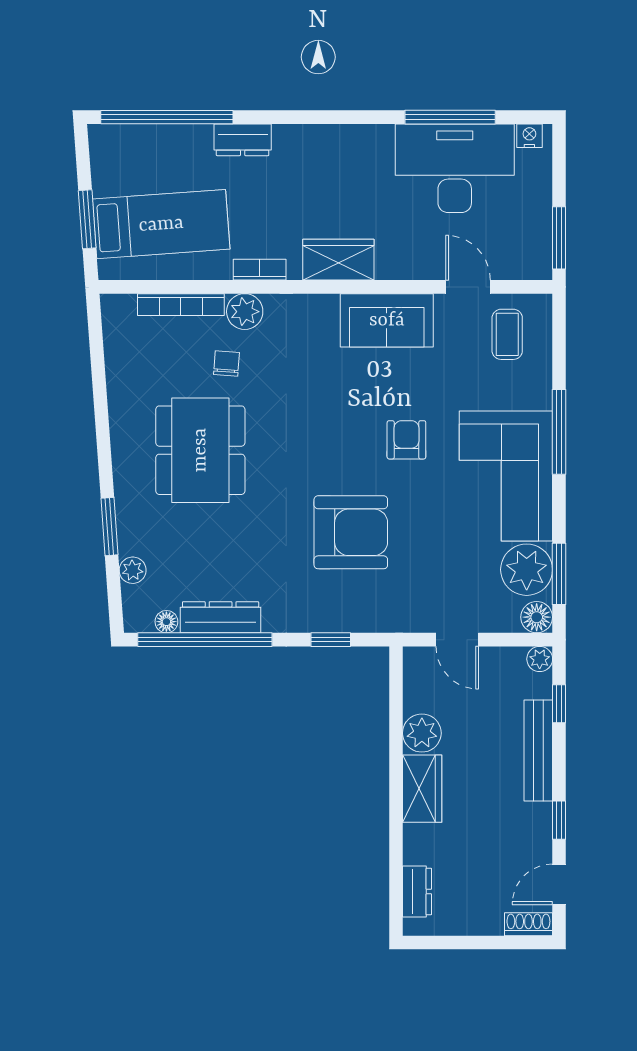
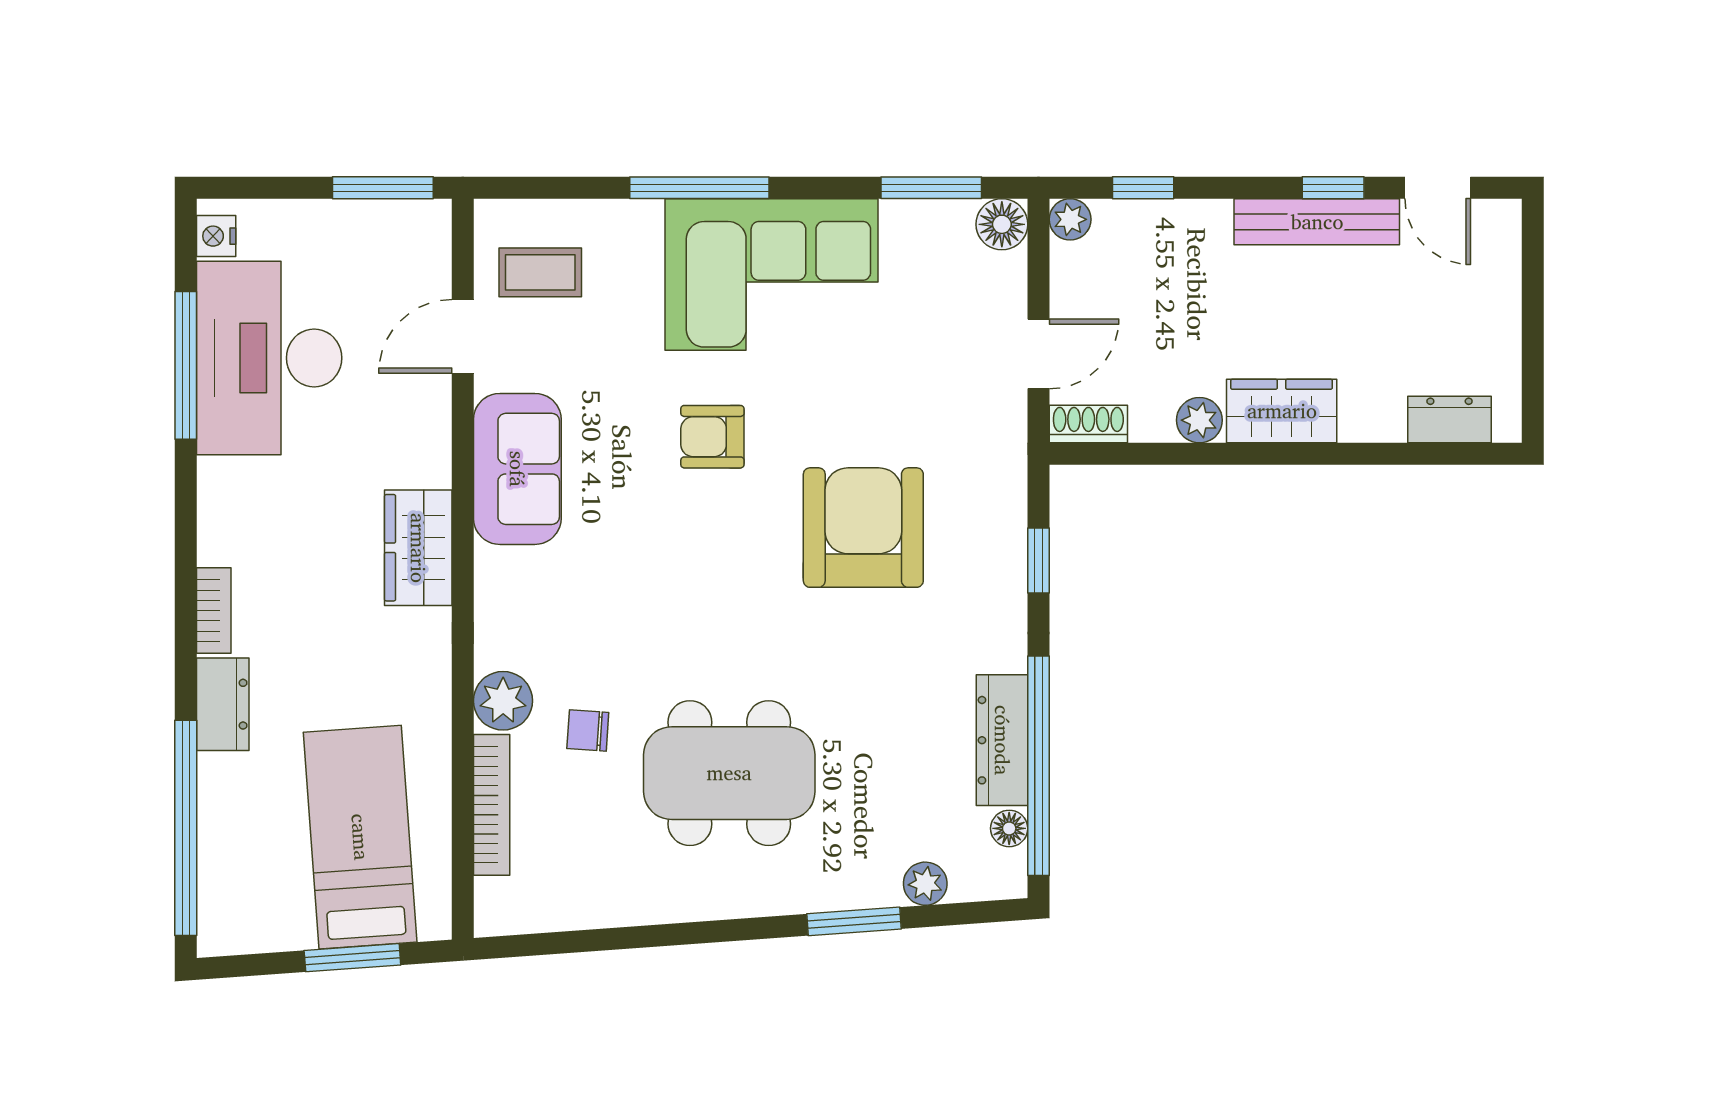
bookcase: (260, 270) -> (214, 611), moved, turned 180
plant: (527, 570) -> (924, 241), removed
plant: (422, 733) -> (1199, 420), width x0.73, depth x0.73
bench: (538, 751) -> (1317, 222), moved
shoe rack: (528, 924) -> (1088, 424), moved, turned 90

